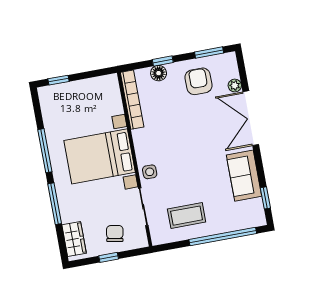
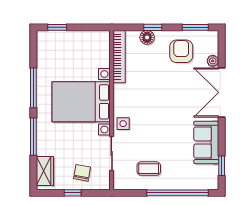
coffee table: (187, 216) -> (149, 169), width x0.73, depth x0.77

